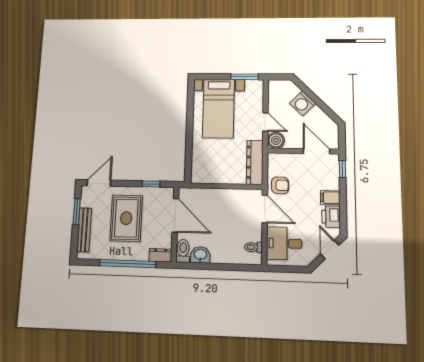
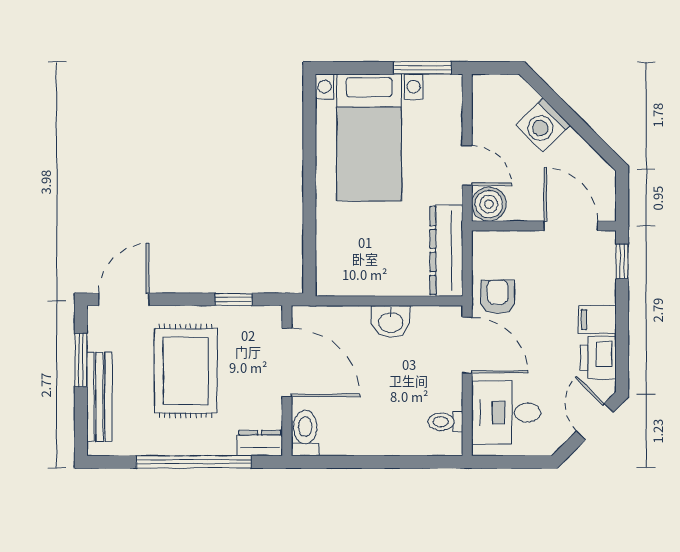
armchair: (280, 185) -> (498, 297), turned -90
washbasin: (200, 255) -> (391, 322), moved, turned 180

